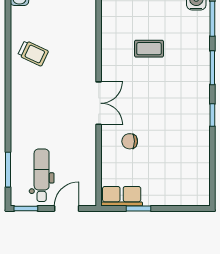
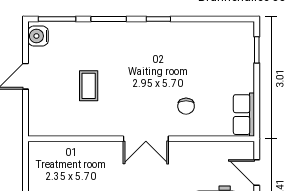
double door: (99, 103) -> (146, 139), swing flipped
window: (138, 208) -> (257, 50), moved

